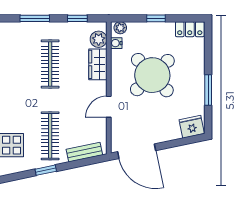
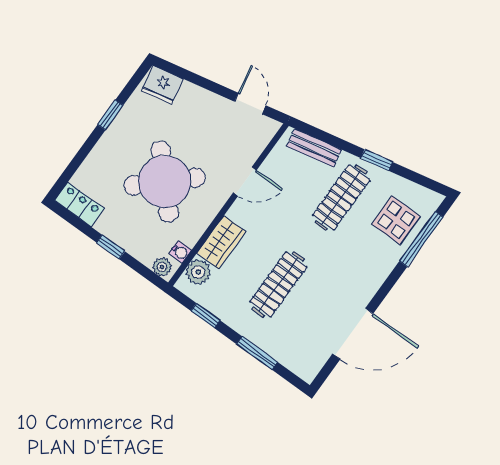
window: (208, 90) -> (110, 115), width x0.67
door: (137, 151) -> (250, 103), width x0.53

